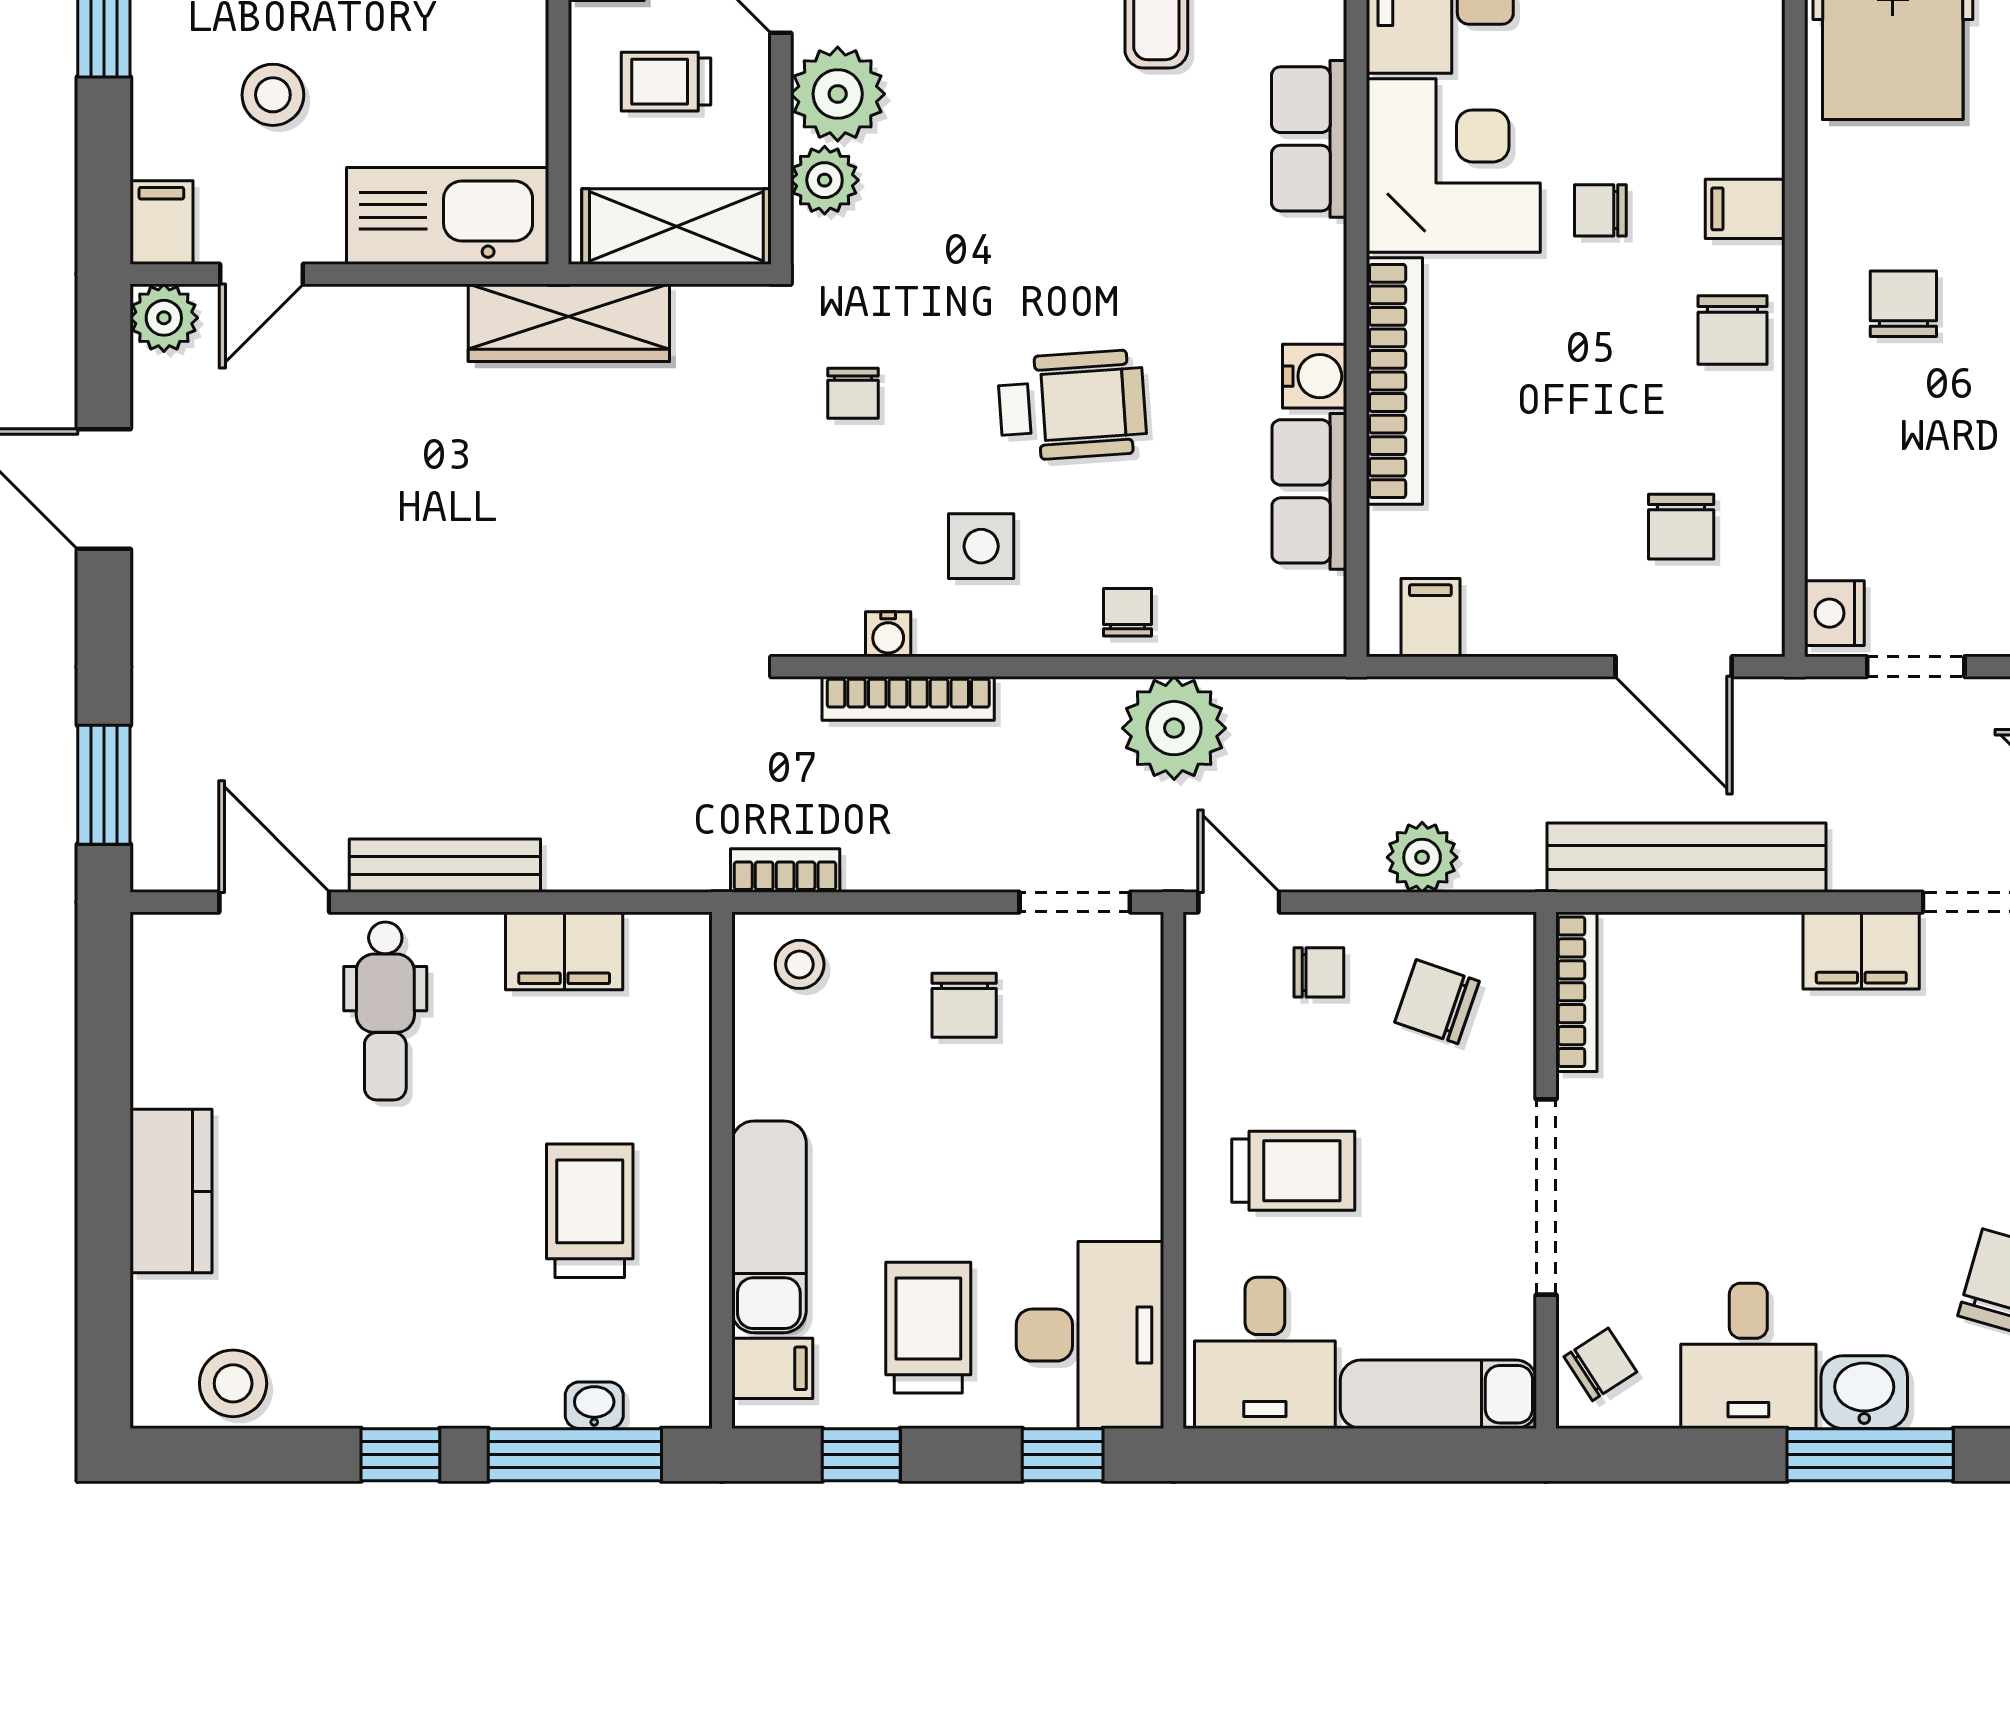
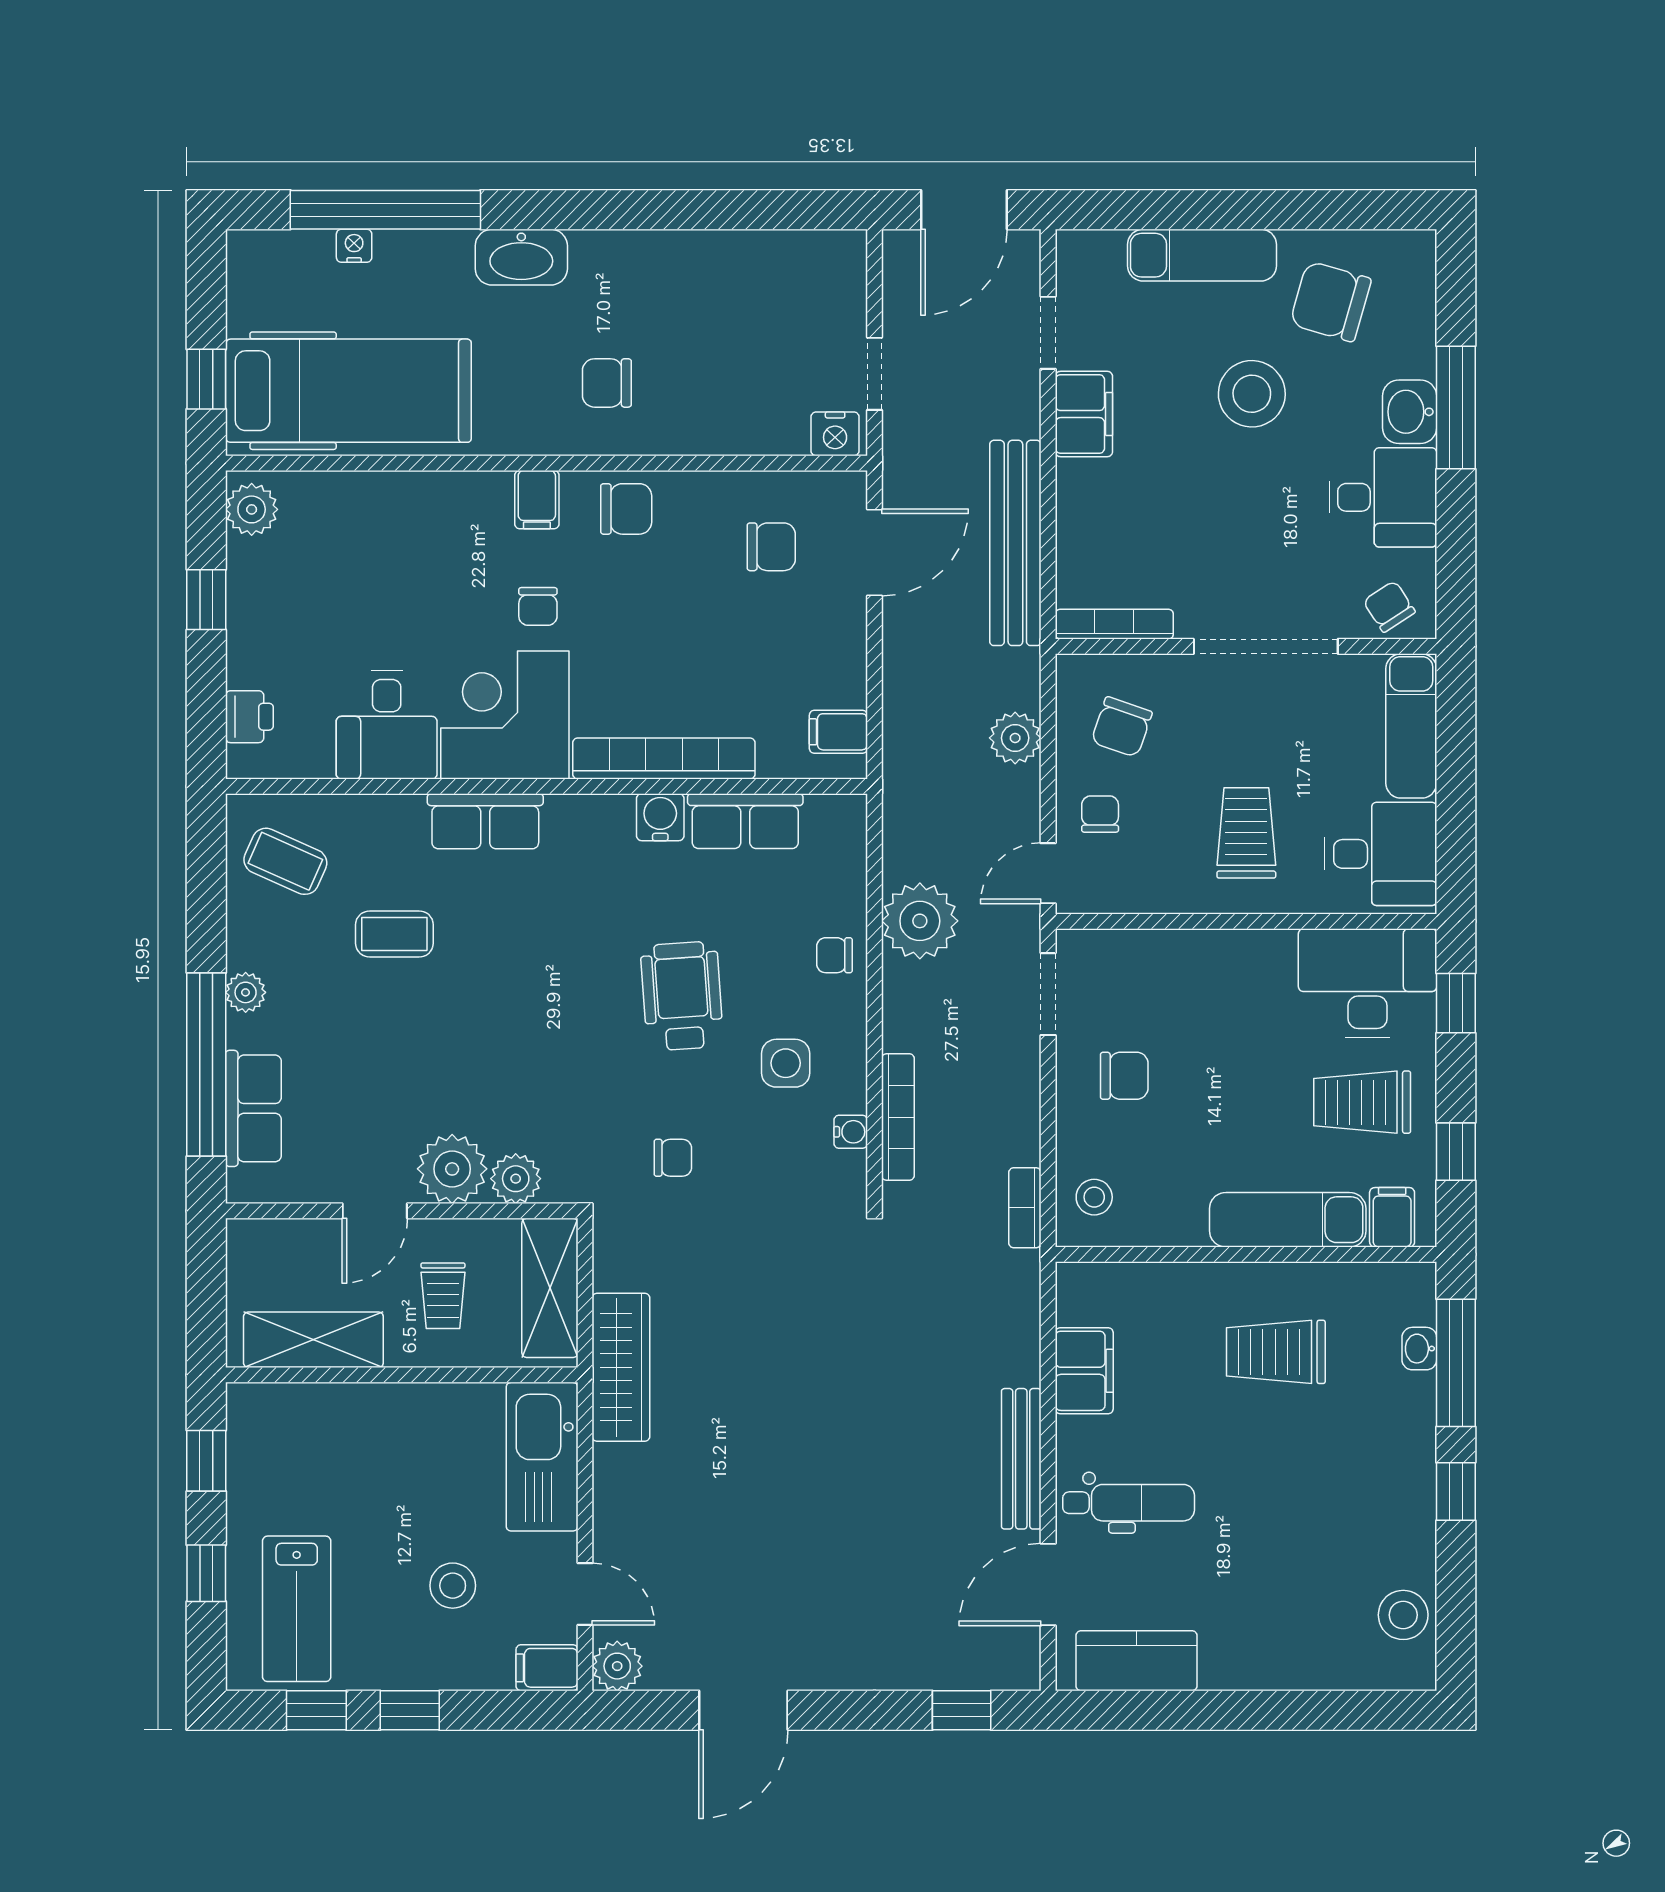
window: (104, 785) -> (962, 1710), width x0.67
stool: (1889, 1178) -> (1252, 394), added
kitchen counter: (171, 1191) -> (1137, 1661), moved

